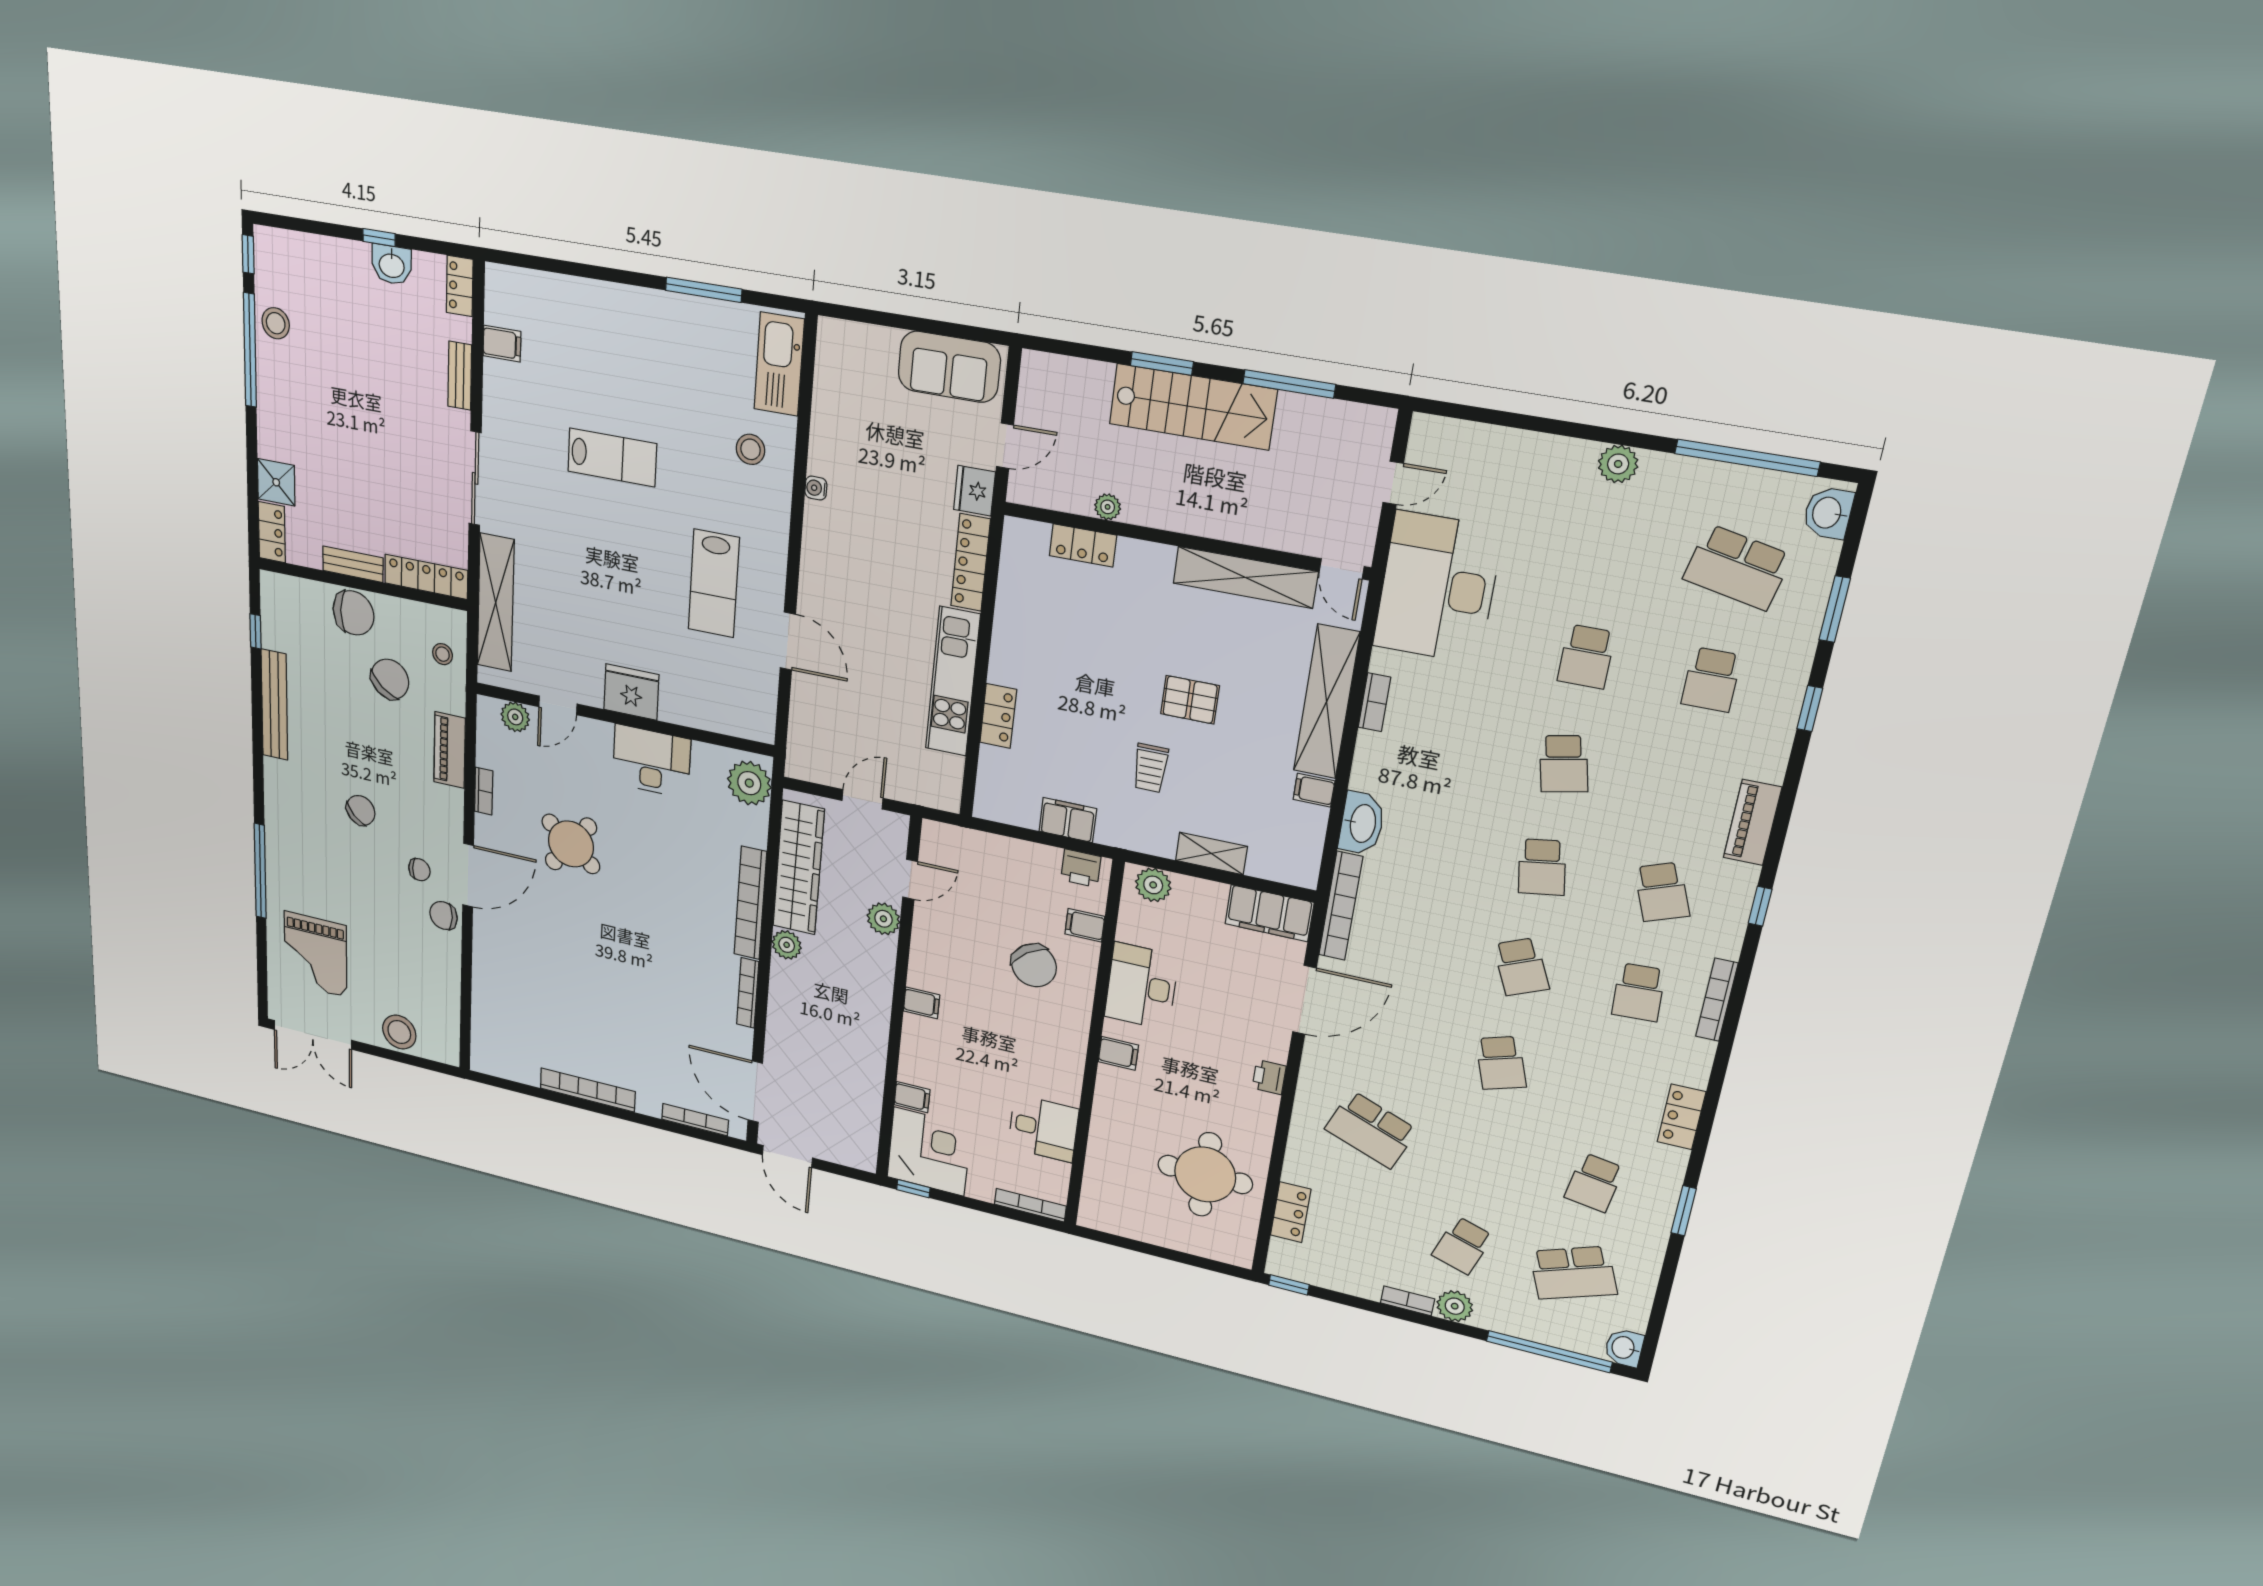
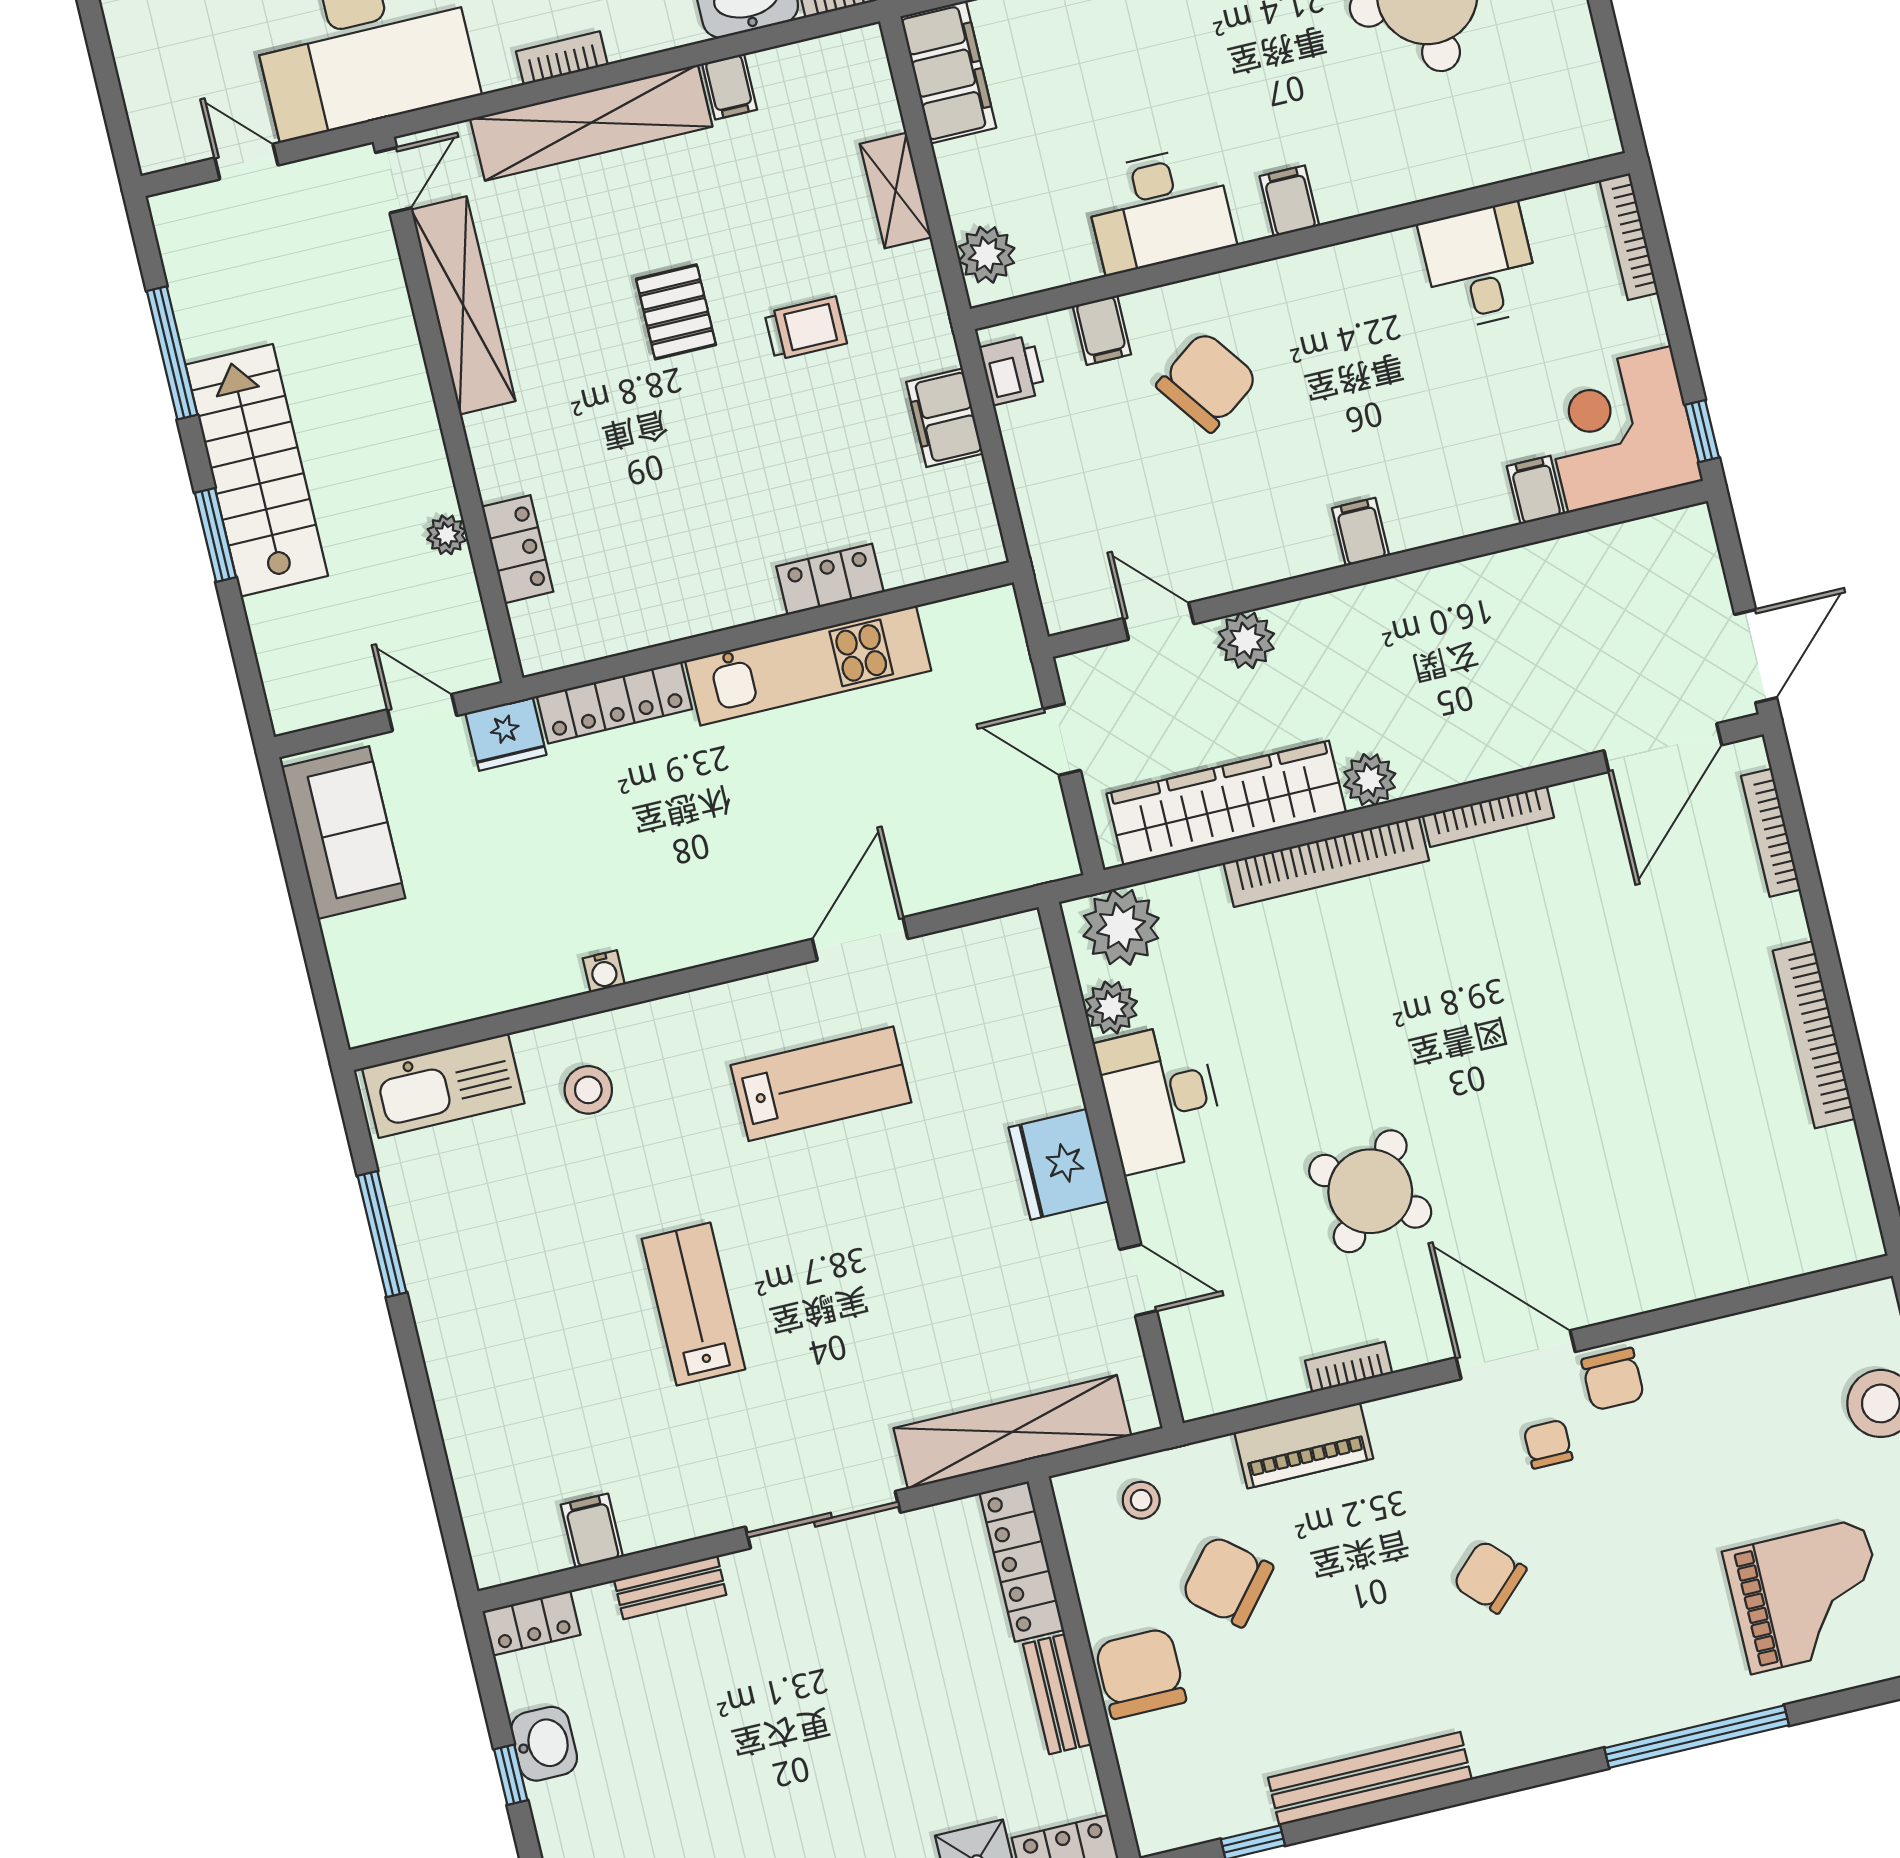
plant: (515, 717) -> (1111, 1007), moved

